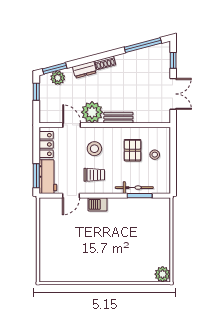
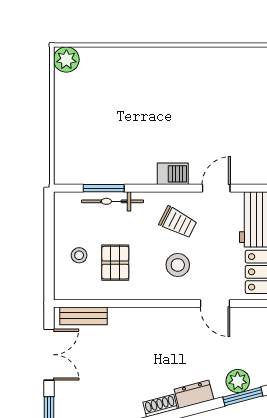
double door: (173, 94) -> (49, 355), swing flipped
plant: (92, 112) -> (182, 325), removed
bench: (118, 118) -> (84, 316), moved
trolley: (94, 175) -> (178, 222), turned -153

